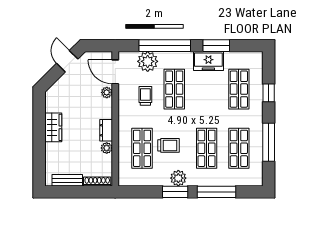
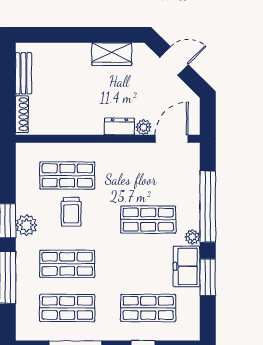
door: (67, 61) -> (174, 61), moved
plant: (148, 61) -> (192, 237), moved, width x0.53, depth x0.53
trolley: (145, 96) -> (139, 180), removed
wardrobe: (53, 127) -> (112, 54), moved
dresser: (106, 130) -> (119, 126), moved
plant: (107, 148) -> (68, 127), removed

